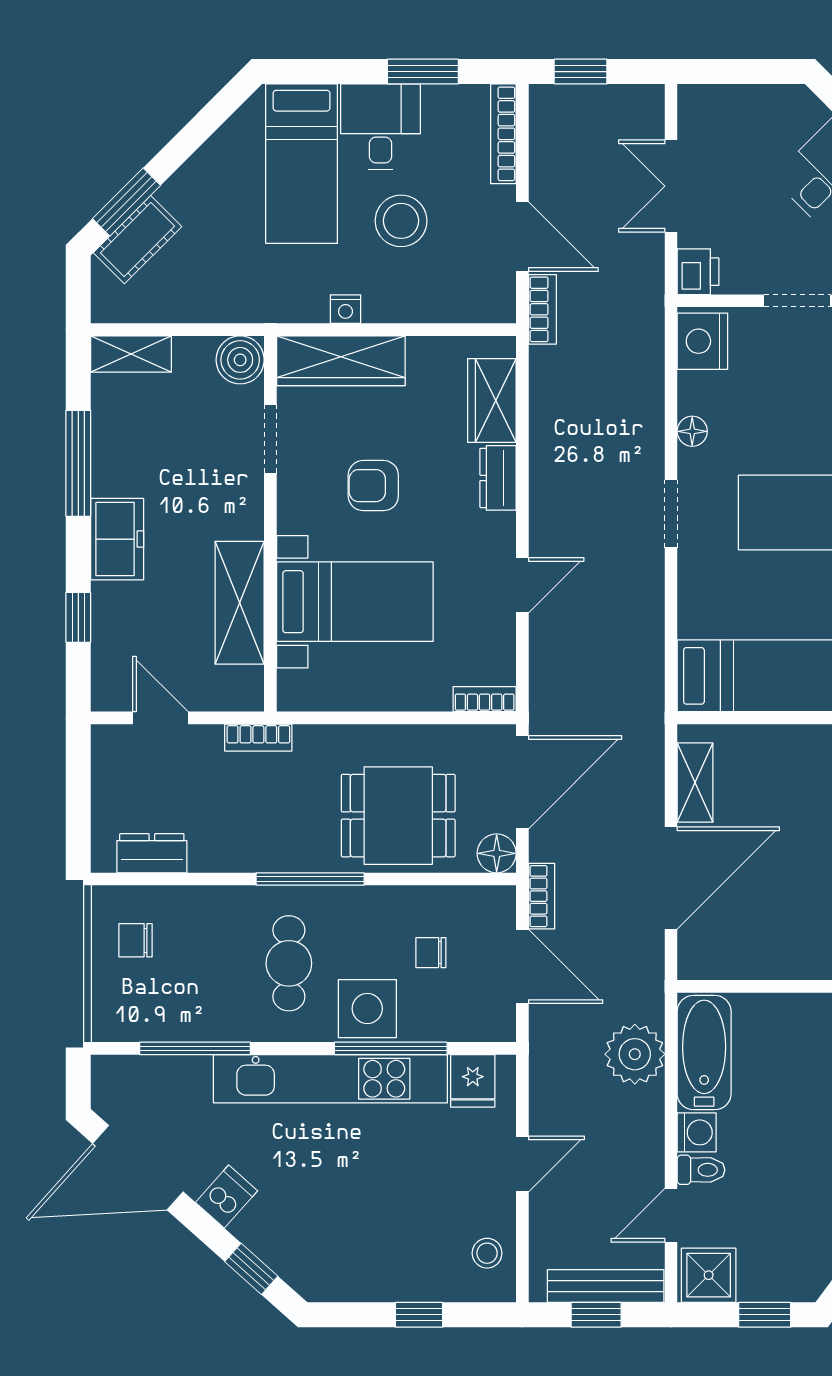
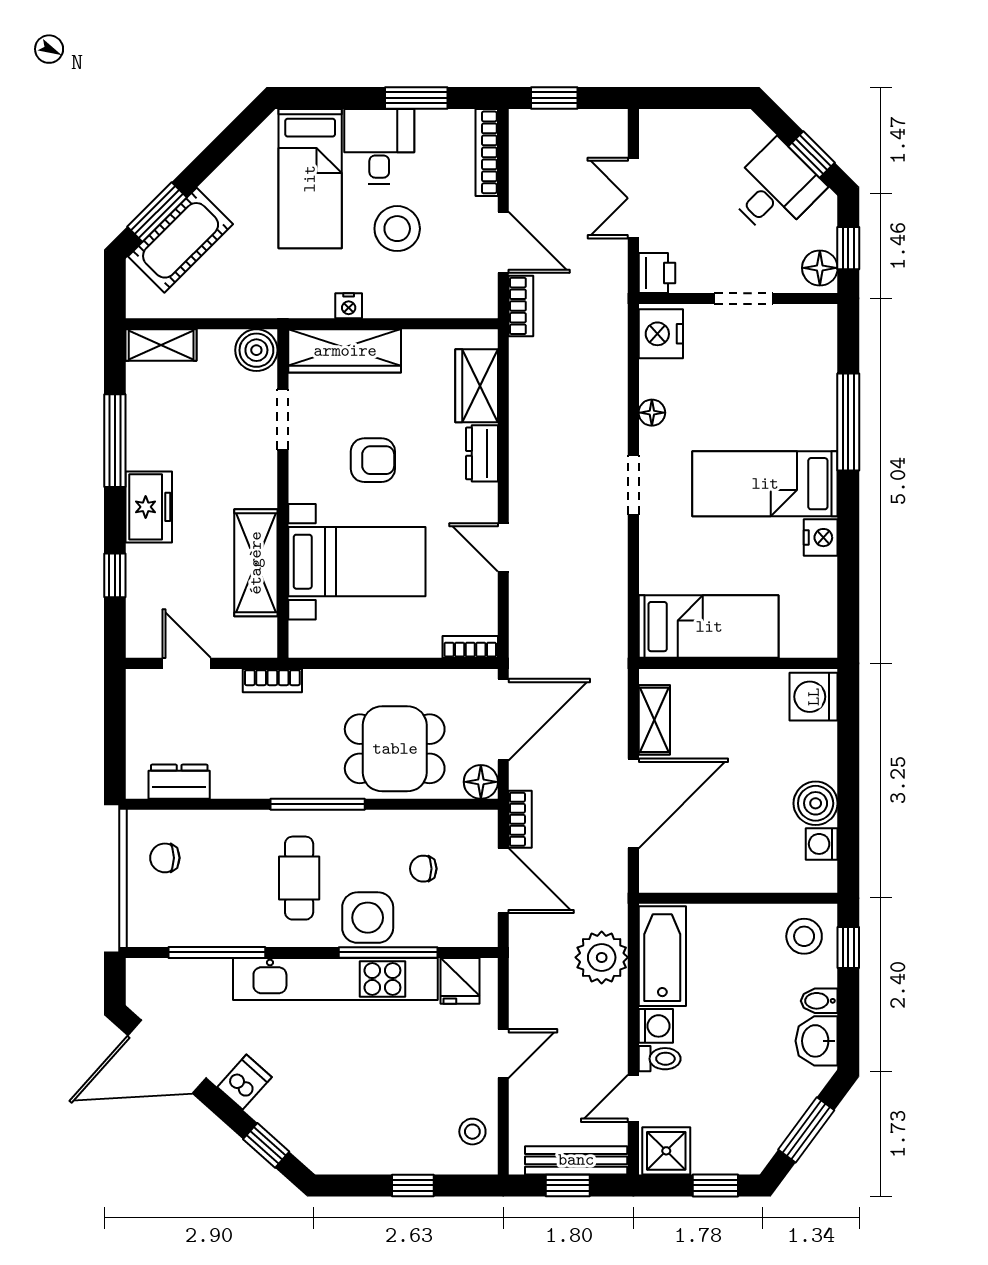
cot: (138, 240) -> (181, 240), width x1.37, depth x1.34
armchair: (373, 486) -> (373, 460), turned 180
door: (522, 585) -> (503, 547), swing flipped

